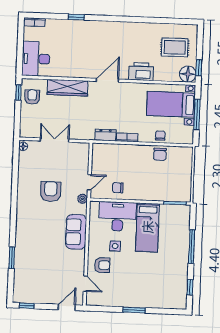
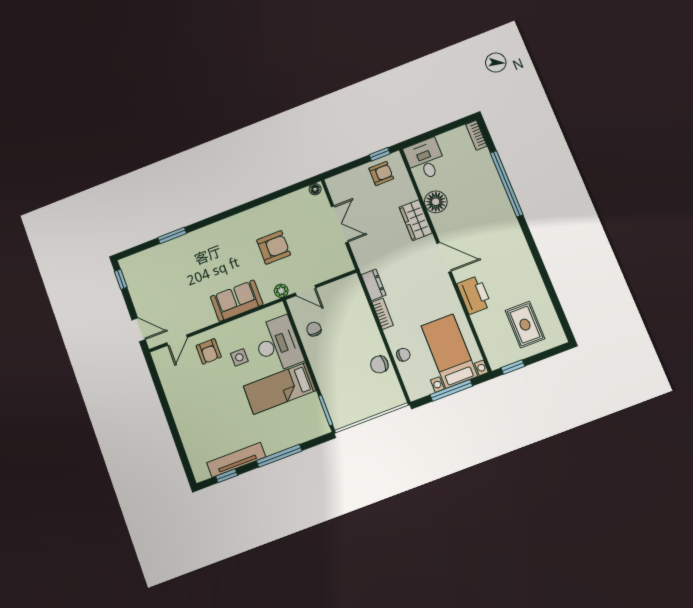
window: (76, 17) -> (507, 184), width x3.17
desk: (36, 59) -> (425, 159), width x0.73
floor lamp: (188, 74) -> (436, 202), moved
wardrobe: (68, 88) -> (416, 220), width x0.67
tv unit: (182, 277) -> (236, 460), added
window: (134, 310) -> (169, 416), removed

